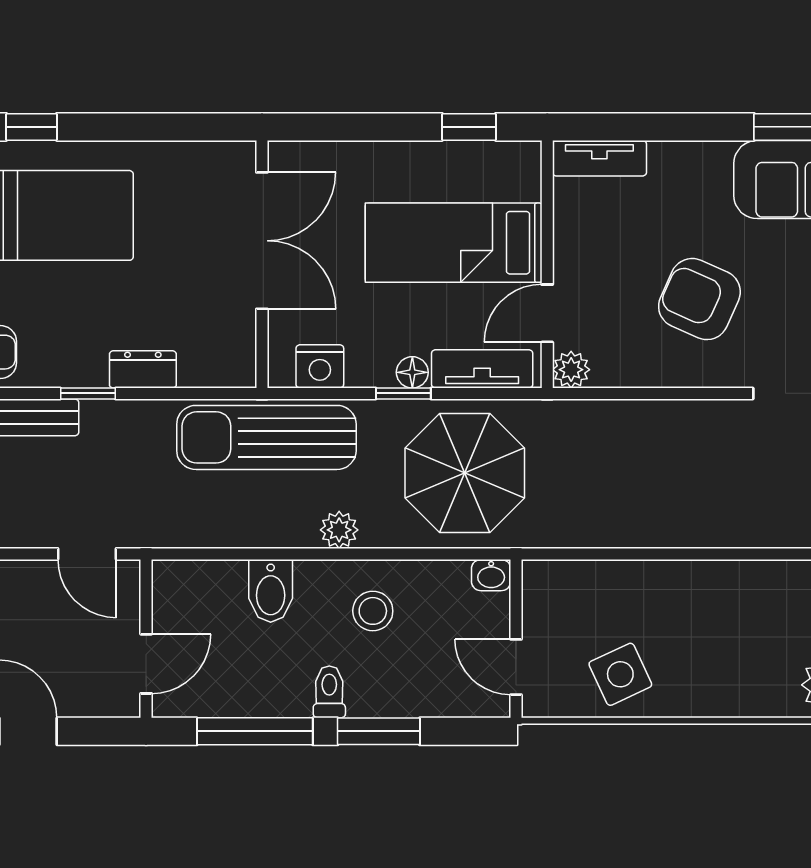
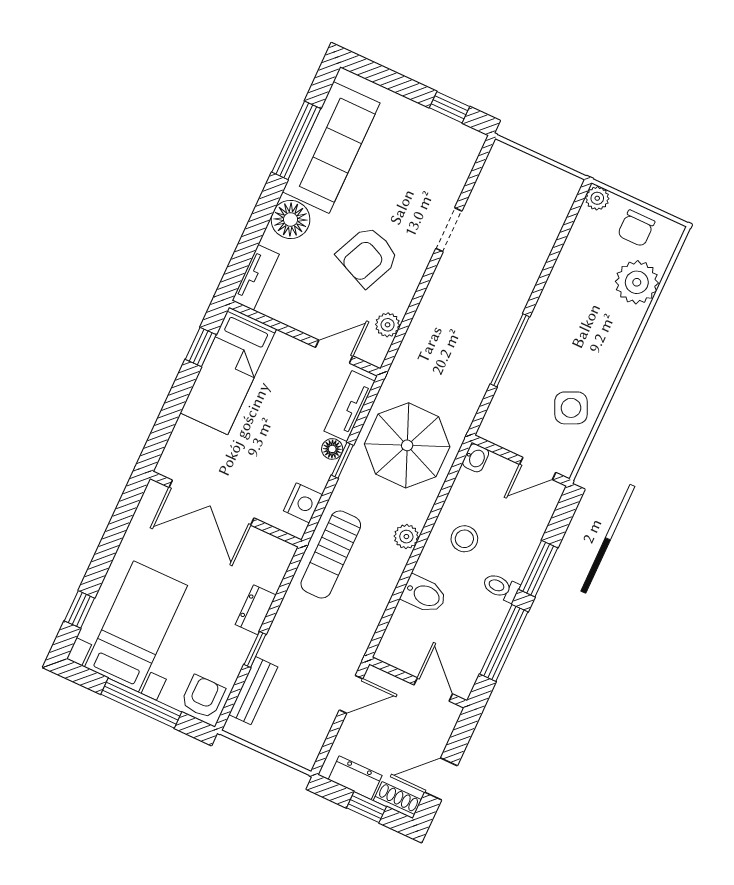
floor lamp: (701, 169) -> (291, 219), added
double door: (262, 241) -> (211, 503), swing flipped
bed: (454, 243) -> (228, 371), moved
door: (547, 313) -> (334, 352), swing flipped
plant: (571, 370) -> (388, 325), moved
sun lounger: (266, 437) -> (331, 555), width x0.73, depth x0.75
window: (661, 554) -> (510, 350), added

